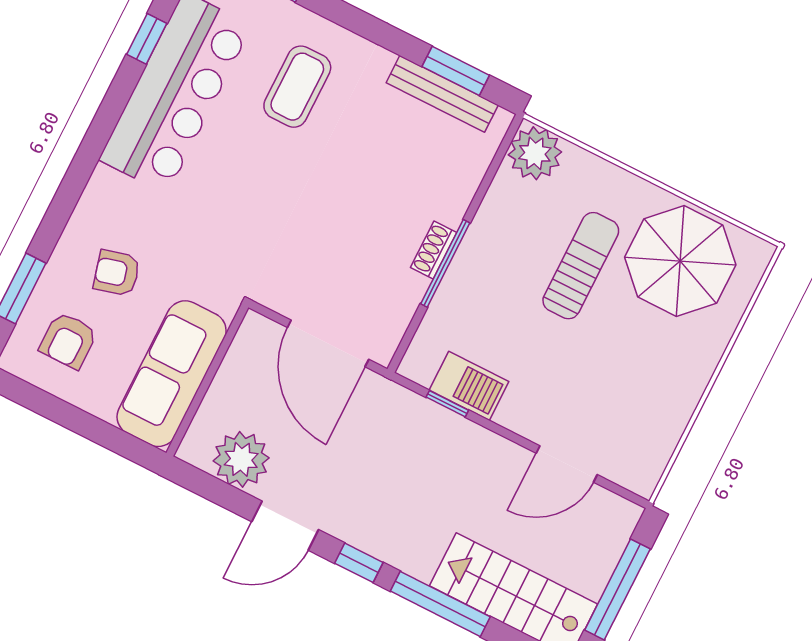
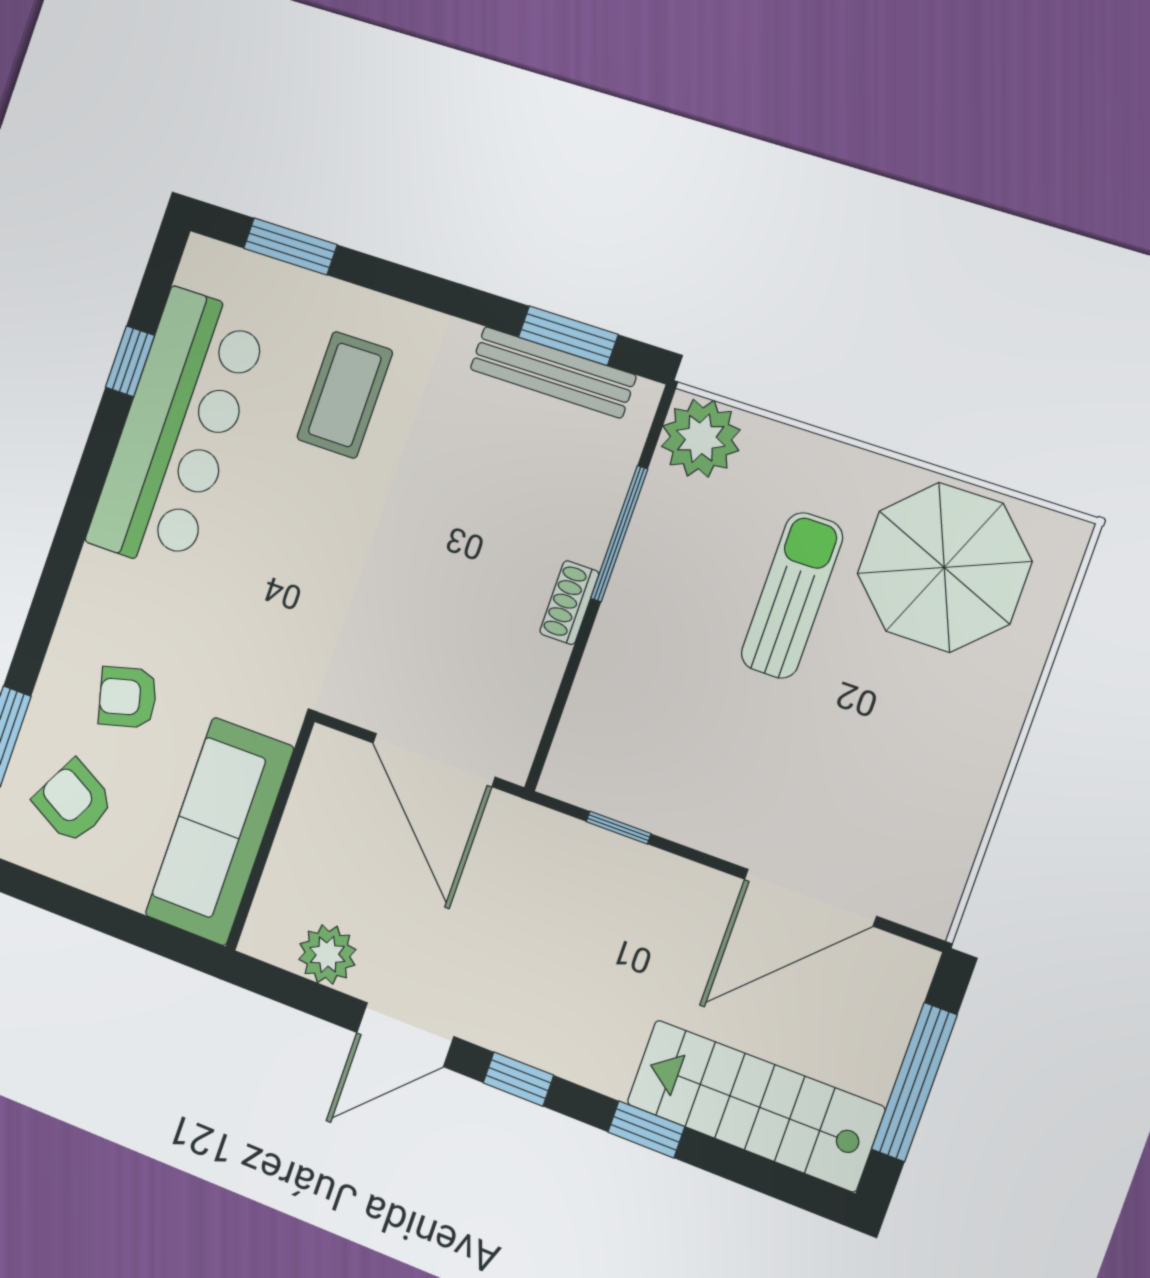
window: (445, 263) -> (619, 534), moved
armchair: (68, 341) -> (73, 802), turned 118
barbecue: (469, 386) -> (647, 797), removed
plant: (241, 459) -> (327, 954), width x0.73, depth x0.73
door: (567, 464) -> (810, 898), width x1.36
window: (440, 604) -> (646, 1129), width x0.46

